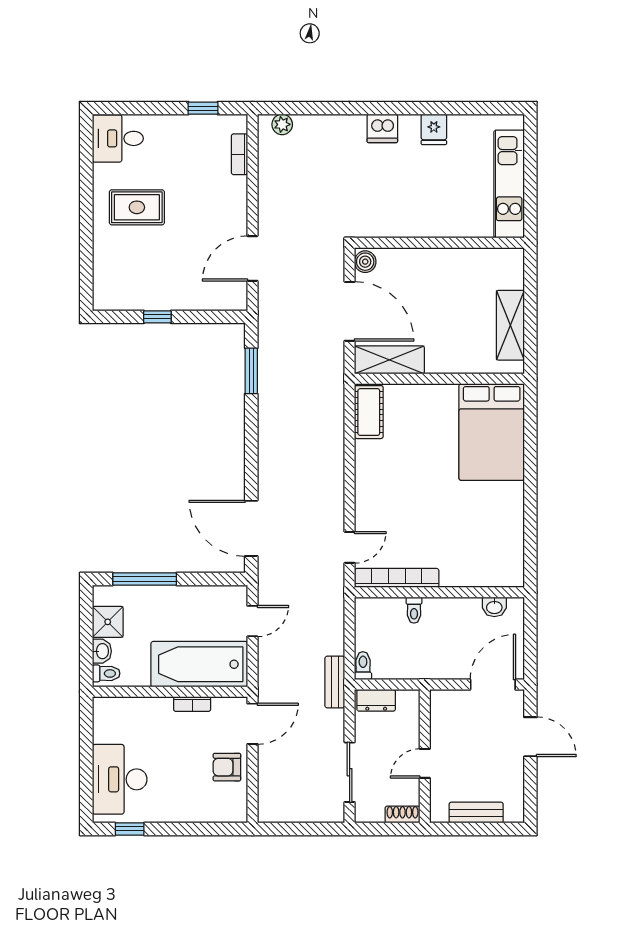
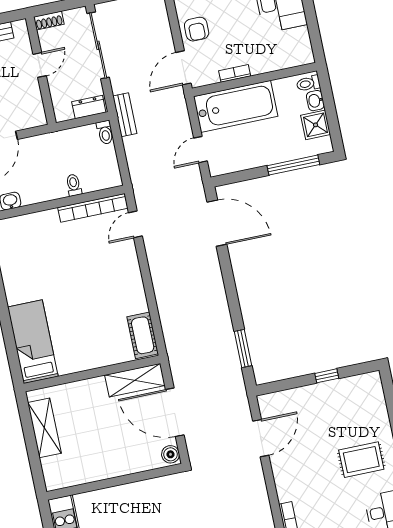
bed: (492, 432) -> (33, 342), width x0.67
armchair: (227, 767) -> (197, 29), turned 90
sliding door: (350, 772) -> (98, 45), width x1.37

